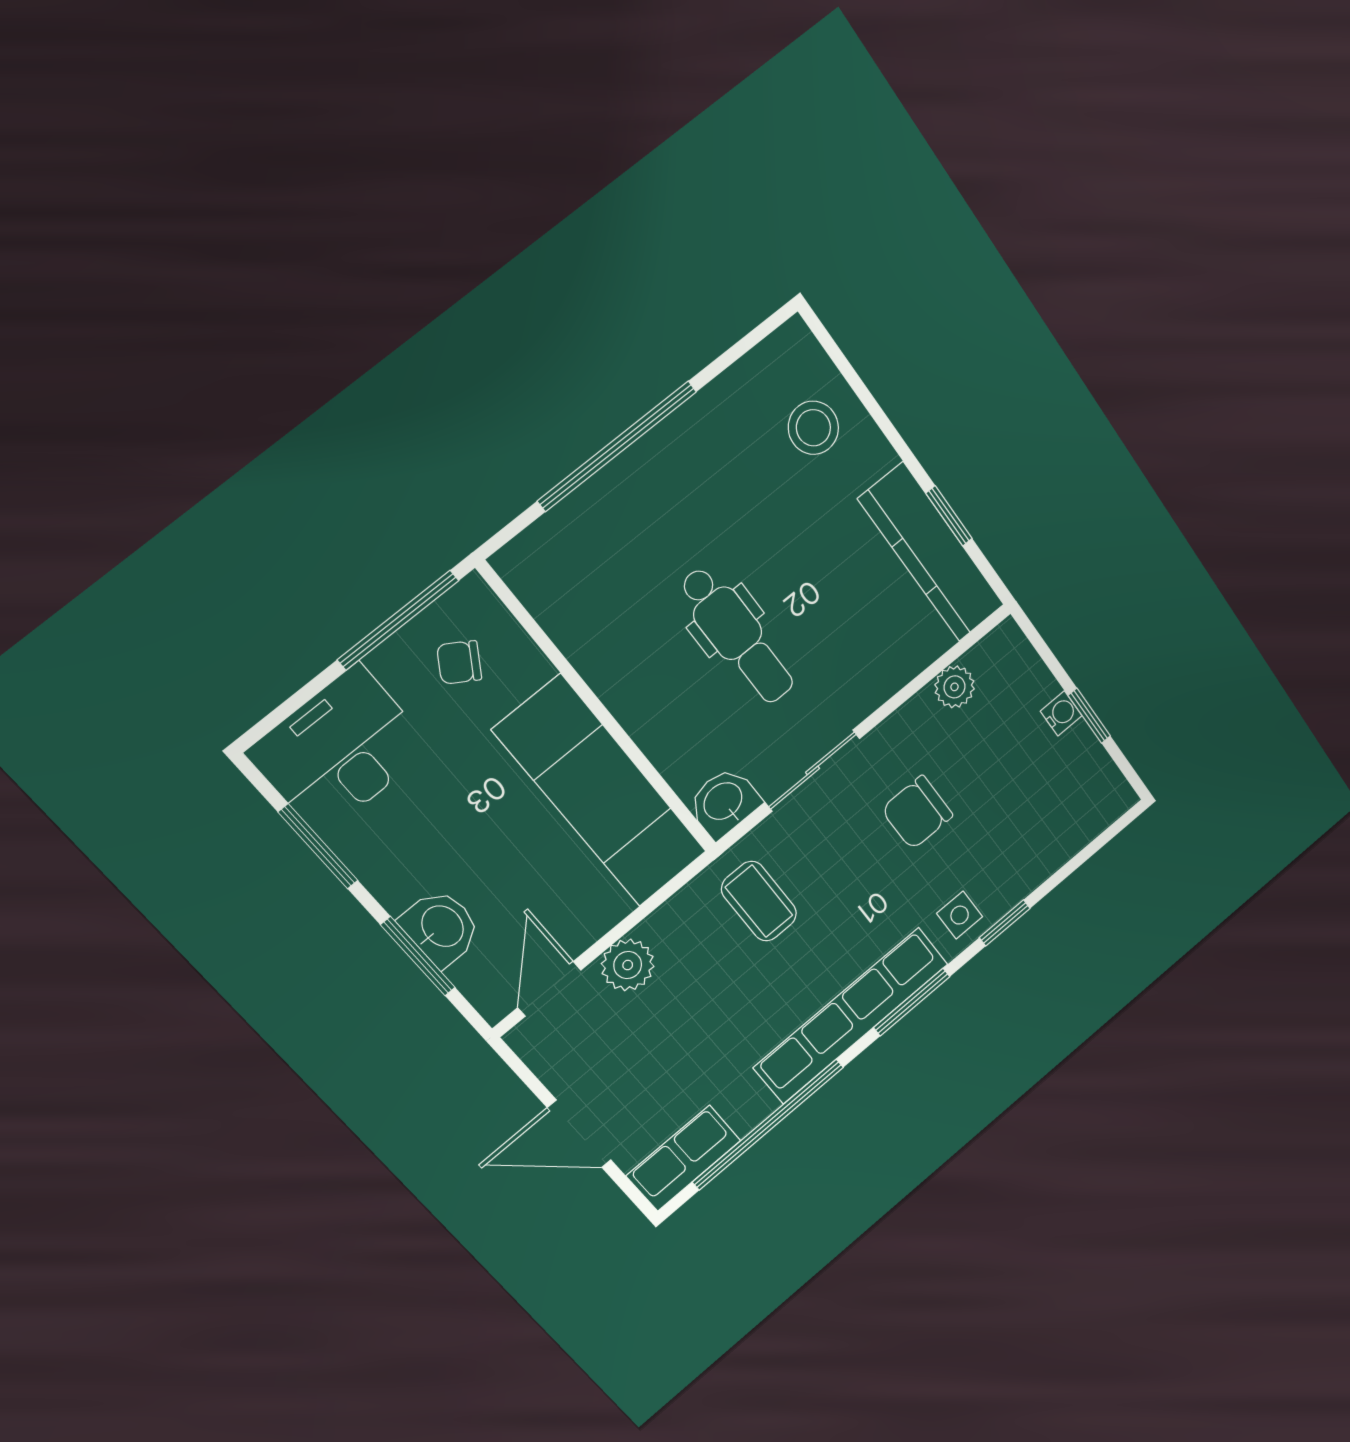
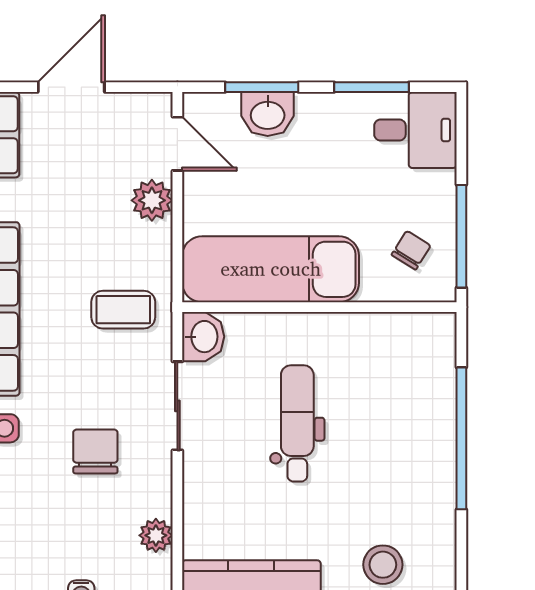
dental chair: (737, 635) -> (297, 423), turned 90
desk: (340, 750) -> (415, 130), width x0.73

